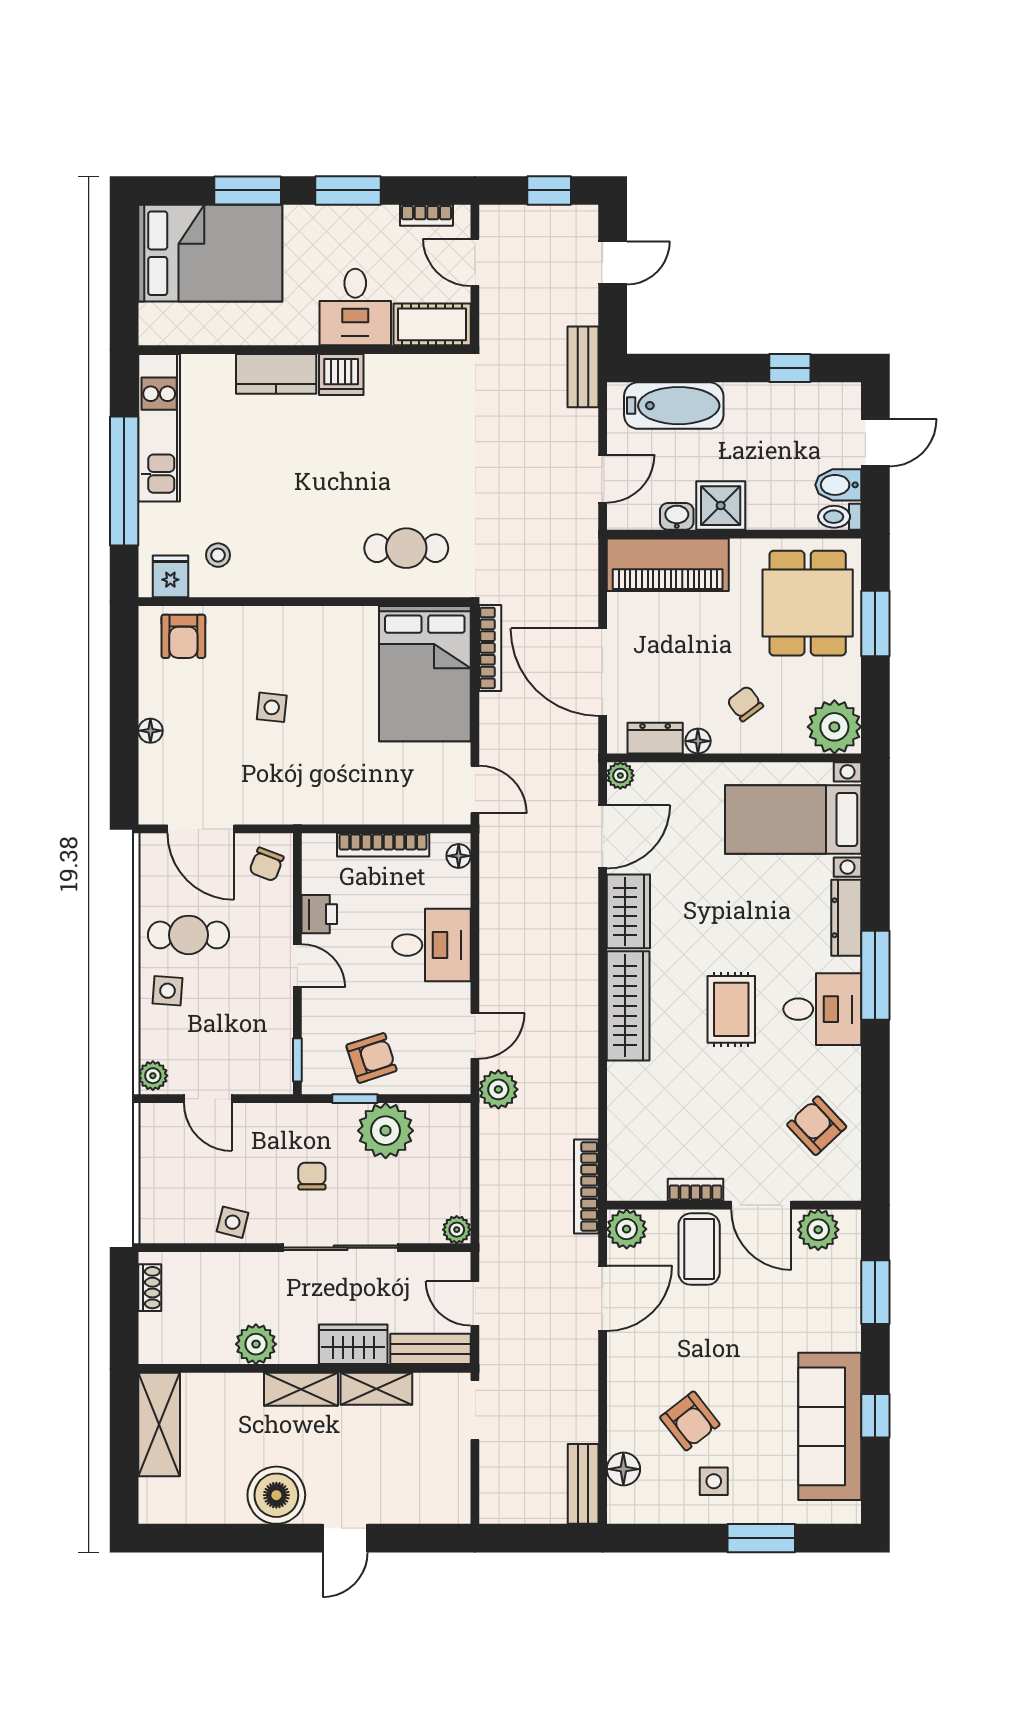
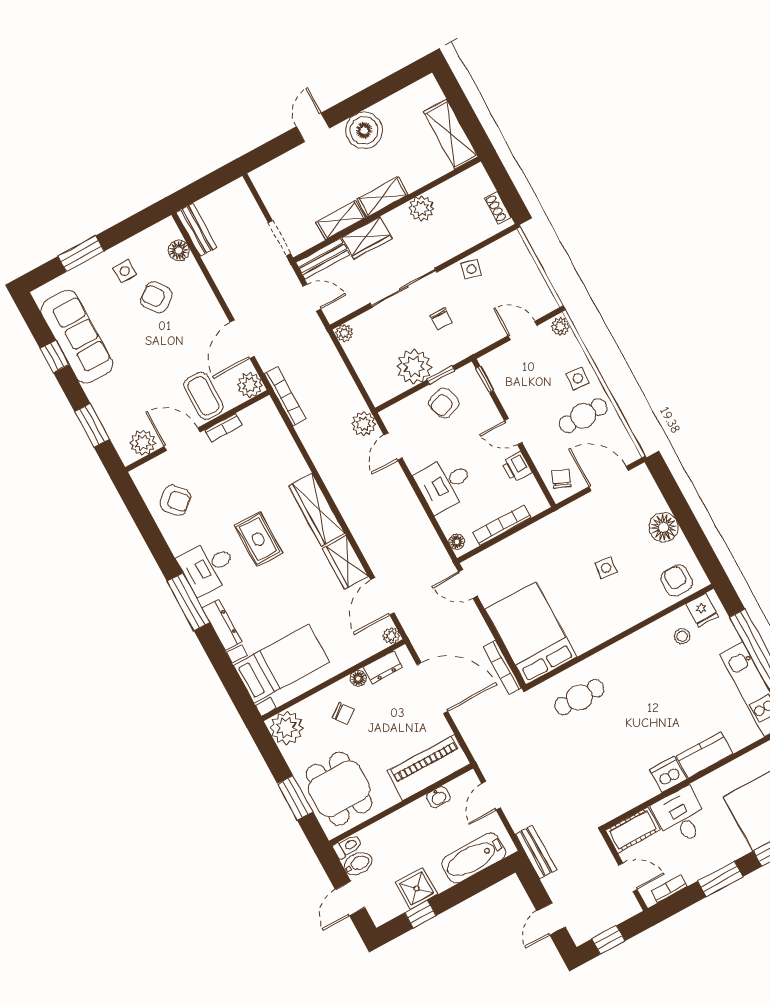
shower: (721, 506) -> (417, 888), moved
floor lamp: (150, 731) -> (664, 527), width x1.89, depth x1.89

